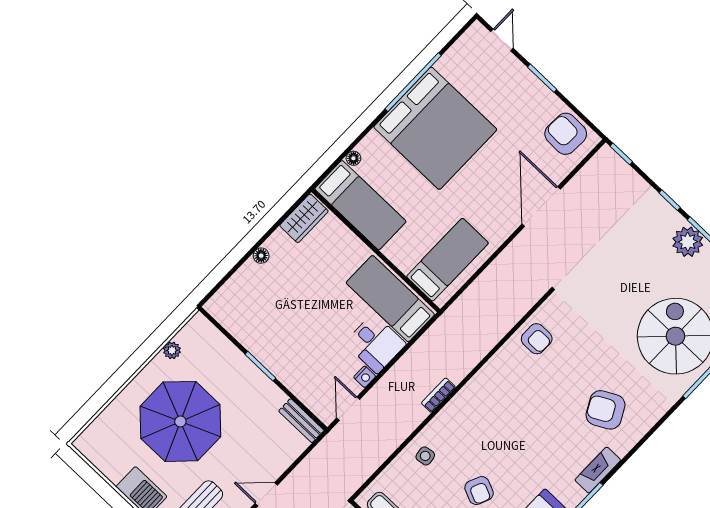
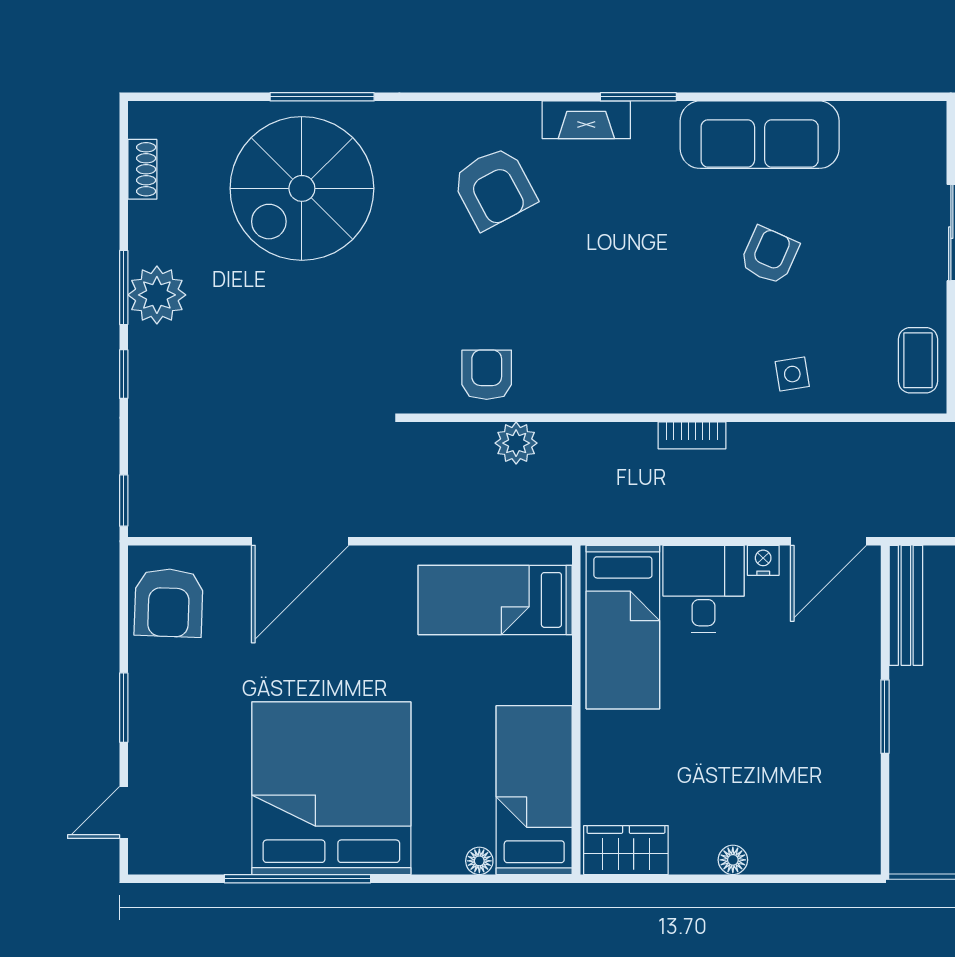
plant: (500, 325) -> (516, 443), added
door: (348, 409) -> (828, 541), width x1.38
bench: (301, 421) -> (906, 605), width x1.36

